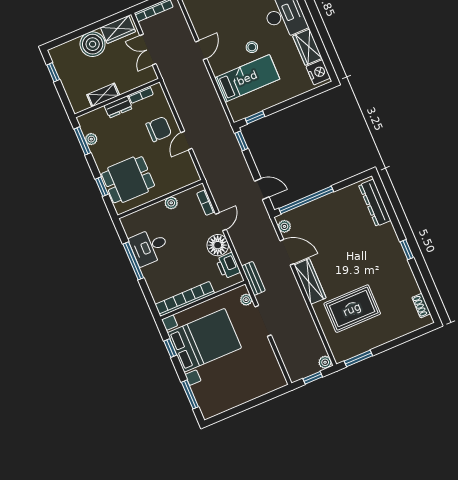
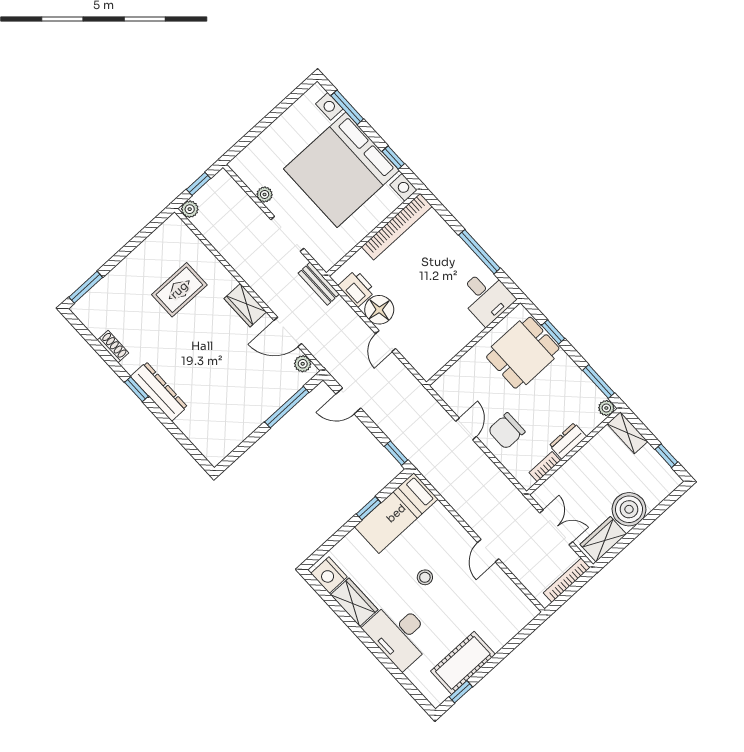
bed: (247, 78) -> (396, 513), moved
shelving: (103, 95) -> (627, 433), moved, turned 90
window: (255, 117) -> (369, 508), moved
plant: (91, 139) -> (606, 408), moved
window: (306, 200) -> (287, 407), width x0.68
plant: (171, 203) -> (457, 343), removed
bookcase: (206, 203) -> (413, 359), removed
dresser: (375, 203) -> (159, 392), moved
desk: (149, 247) -> (486, 297), moved, turned 90
wardrobe: (310, 281) -> (245, 305), width x0.67
plant: (246, 300) -> (265, 194), moved
shoe rack: (421, 306) -> (113, 347), moved
rug: (352, 309) -> (179, 290), width x0.73, depth x0.70
bed with nightstands: (204, 340) -> (341, 170), width x1.36
window: (358, 358) -> (86, 287), moved

